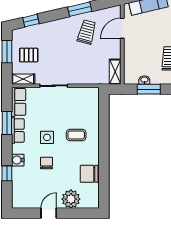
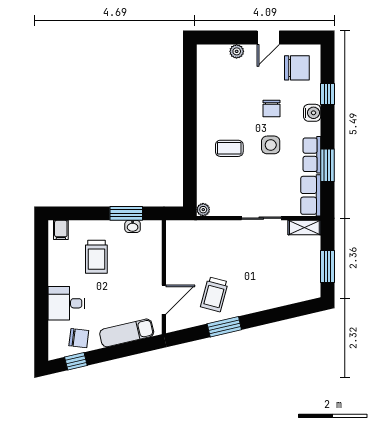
window: (31, 21) -> (293, 311), removed
pallet: (29, 55) -> (297, 262), removed
shelving: (115, 72) -> (174, 238), removed
plant: (95, 92) -> (203, 210), added
chair: (89, 174) -> (297, 68), moved
plant: (71, 199) -> (237, 51), width x0.53, depth x0.53

